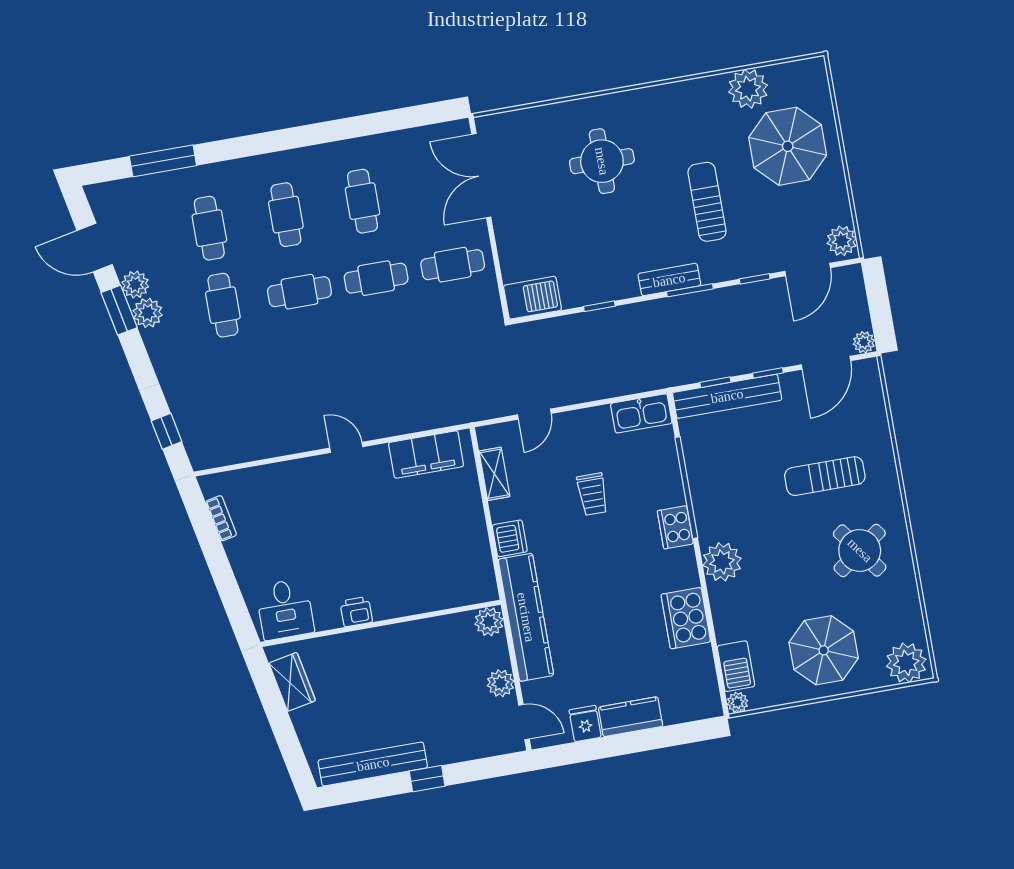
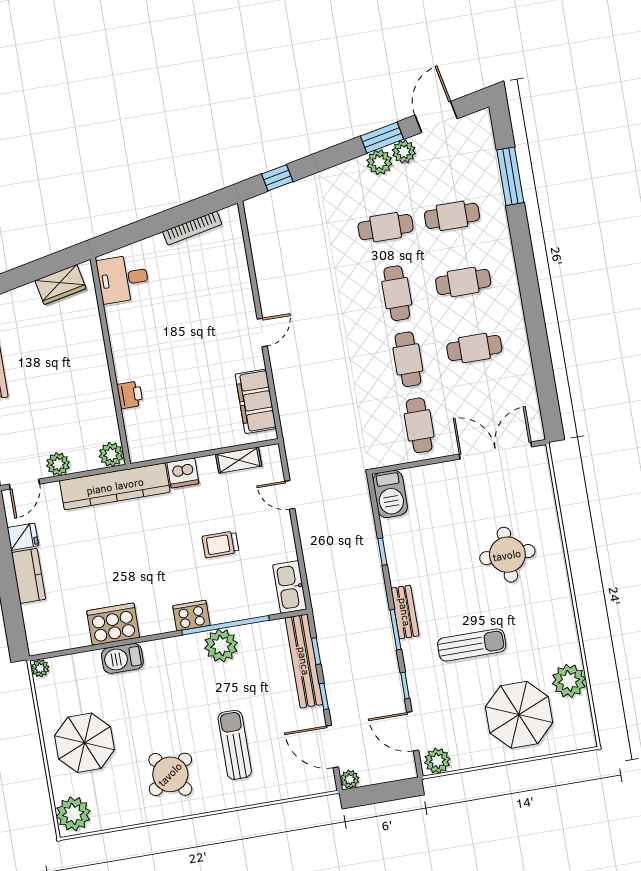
bookcase: (221, 518) -> (192, 228), width x1.56
plant: (722, 562) -> (221, 646), moved
printer: (356, 612) -> (130, 395), moved
barbecue: (736, 666) -> (122, 658), moved

